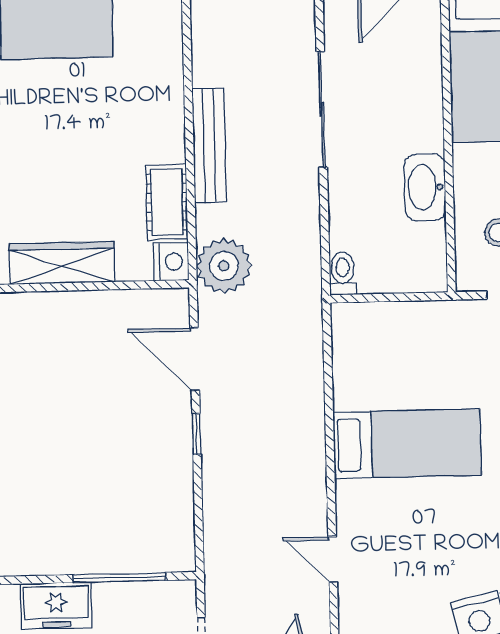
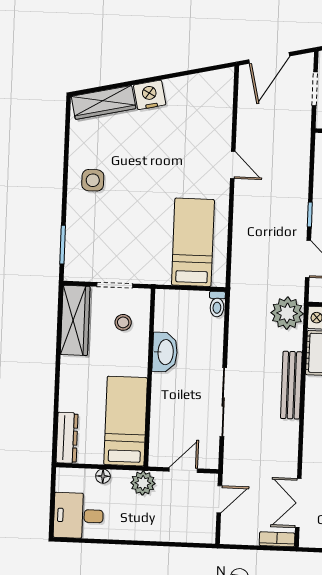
bed: (407, 444) -> (193, 242), moved, turned 90
door: (333, 559) -> (233, 165), moved

